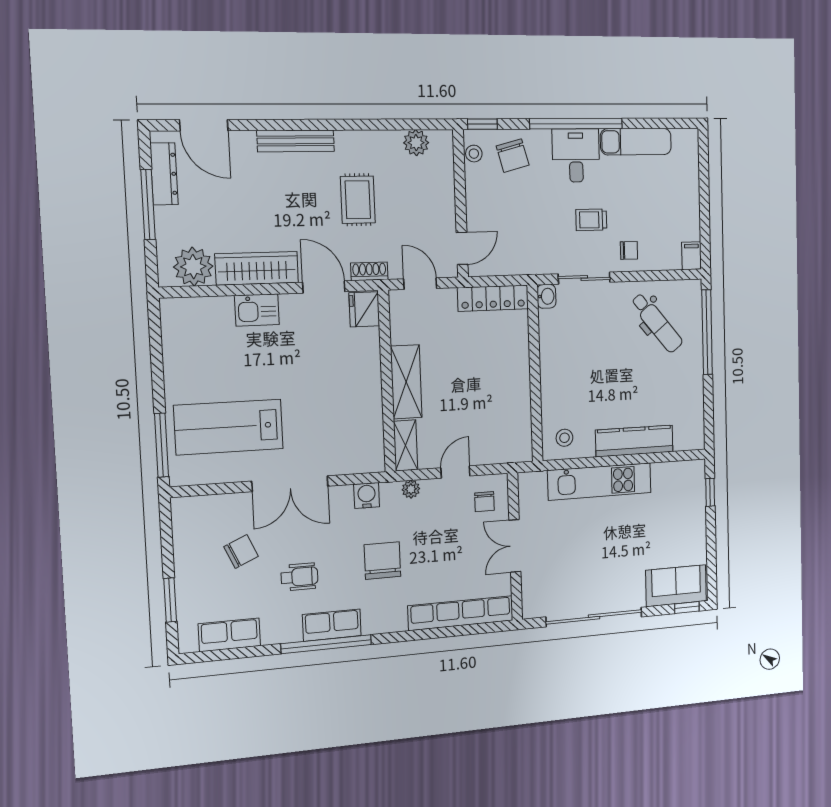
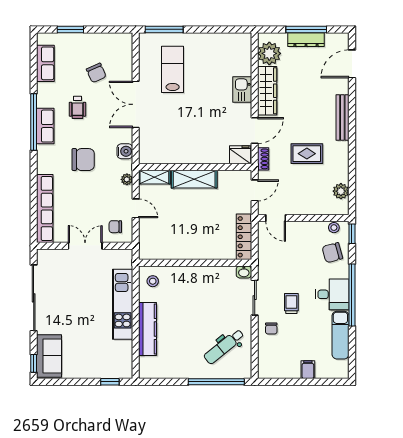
dresser: (164, 174) -> (306, 40), moved
filing cabinet: (692, 256) -> (308, 370), moved, turned -90
lab bench: (229, 427) -> (173, 69), width x0.73, depth x0.72

